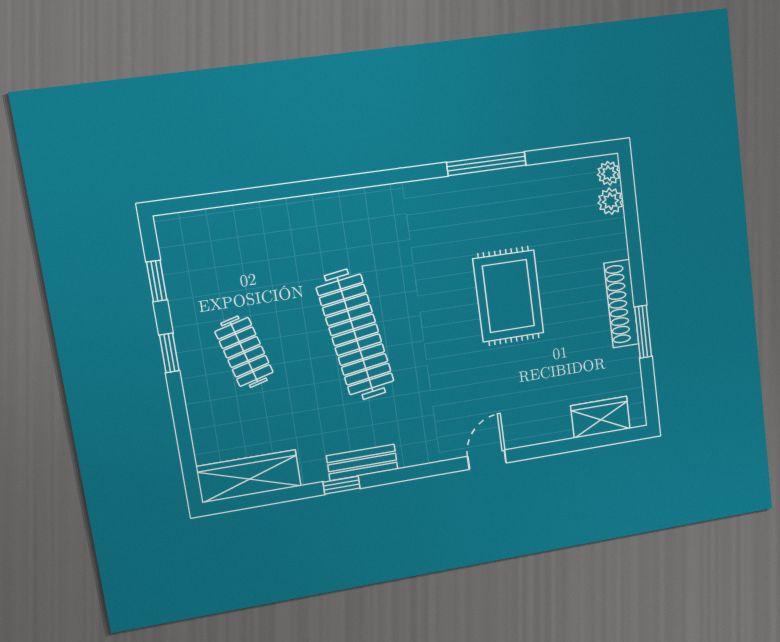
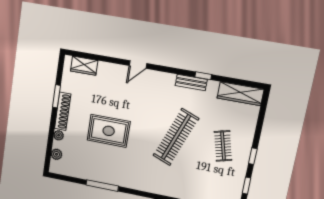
plant: (609, 173) -> (59, 135), moved
rug: (508, 296) -> (109, 131), turned 90
clothes rail: (355, 335) -> (176, 137), turned 30

